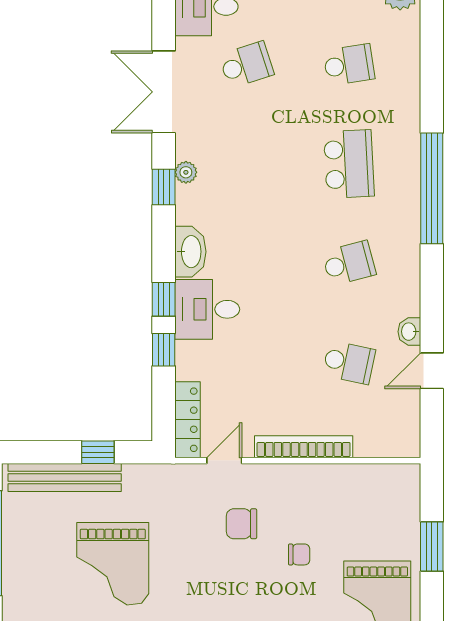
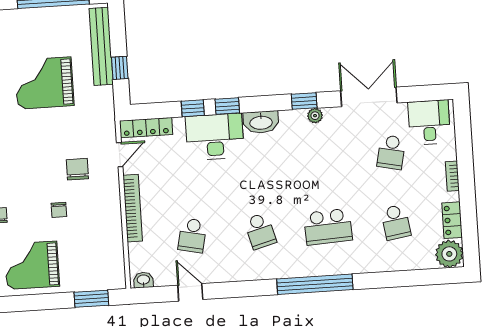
school desk: (246, 65) -> (391, 152), turned 30
desk: (207, 309) -> (215, 137), width x1.37
washbasin: (409, 332) -> (143, 280), moved
door: (224, 461) -> (120, 155), hinge flipped
window: (432, 547) -> (91, 299), moved

